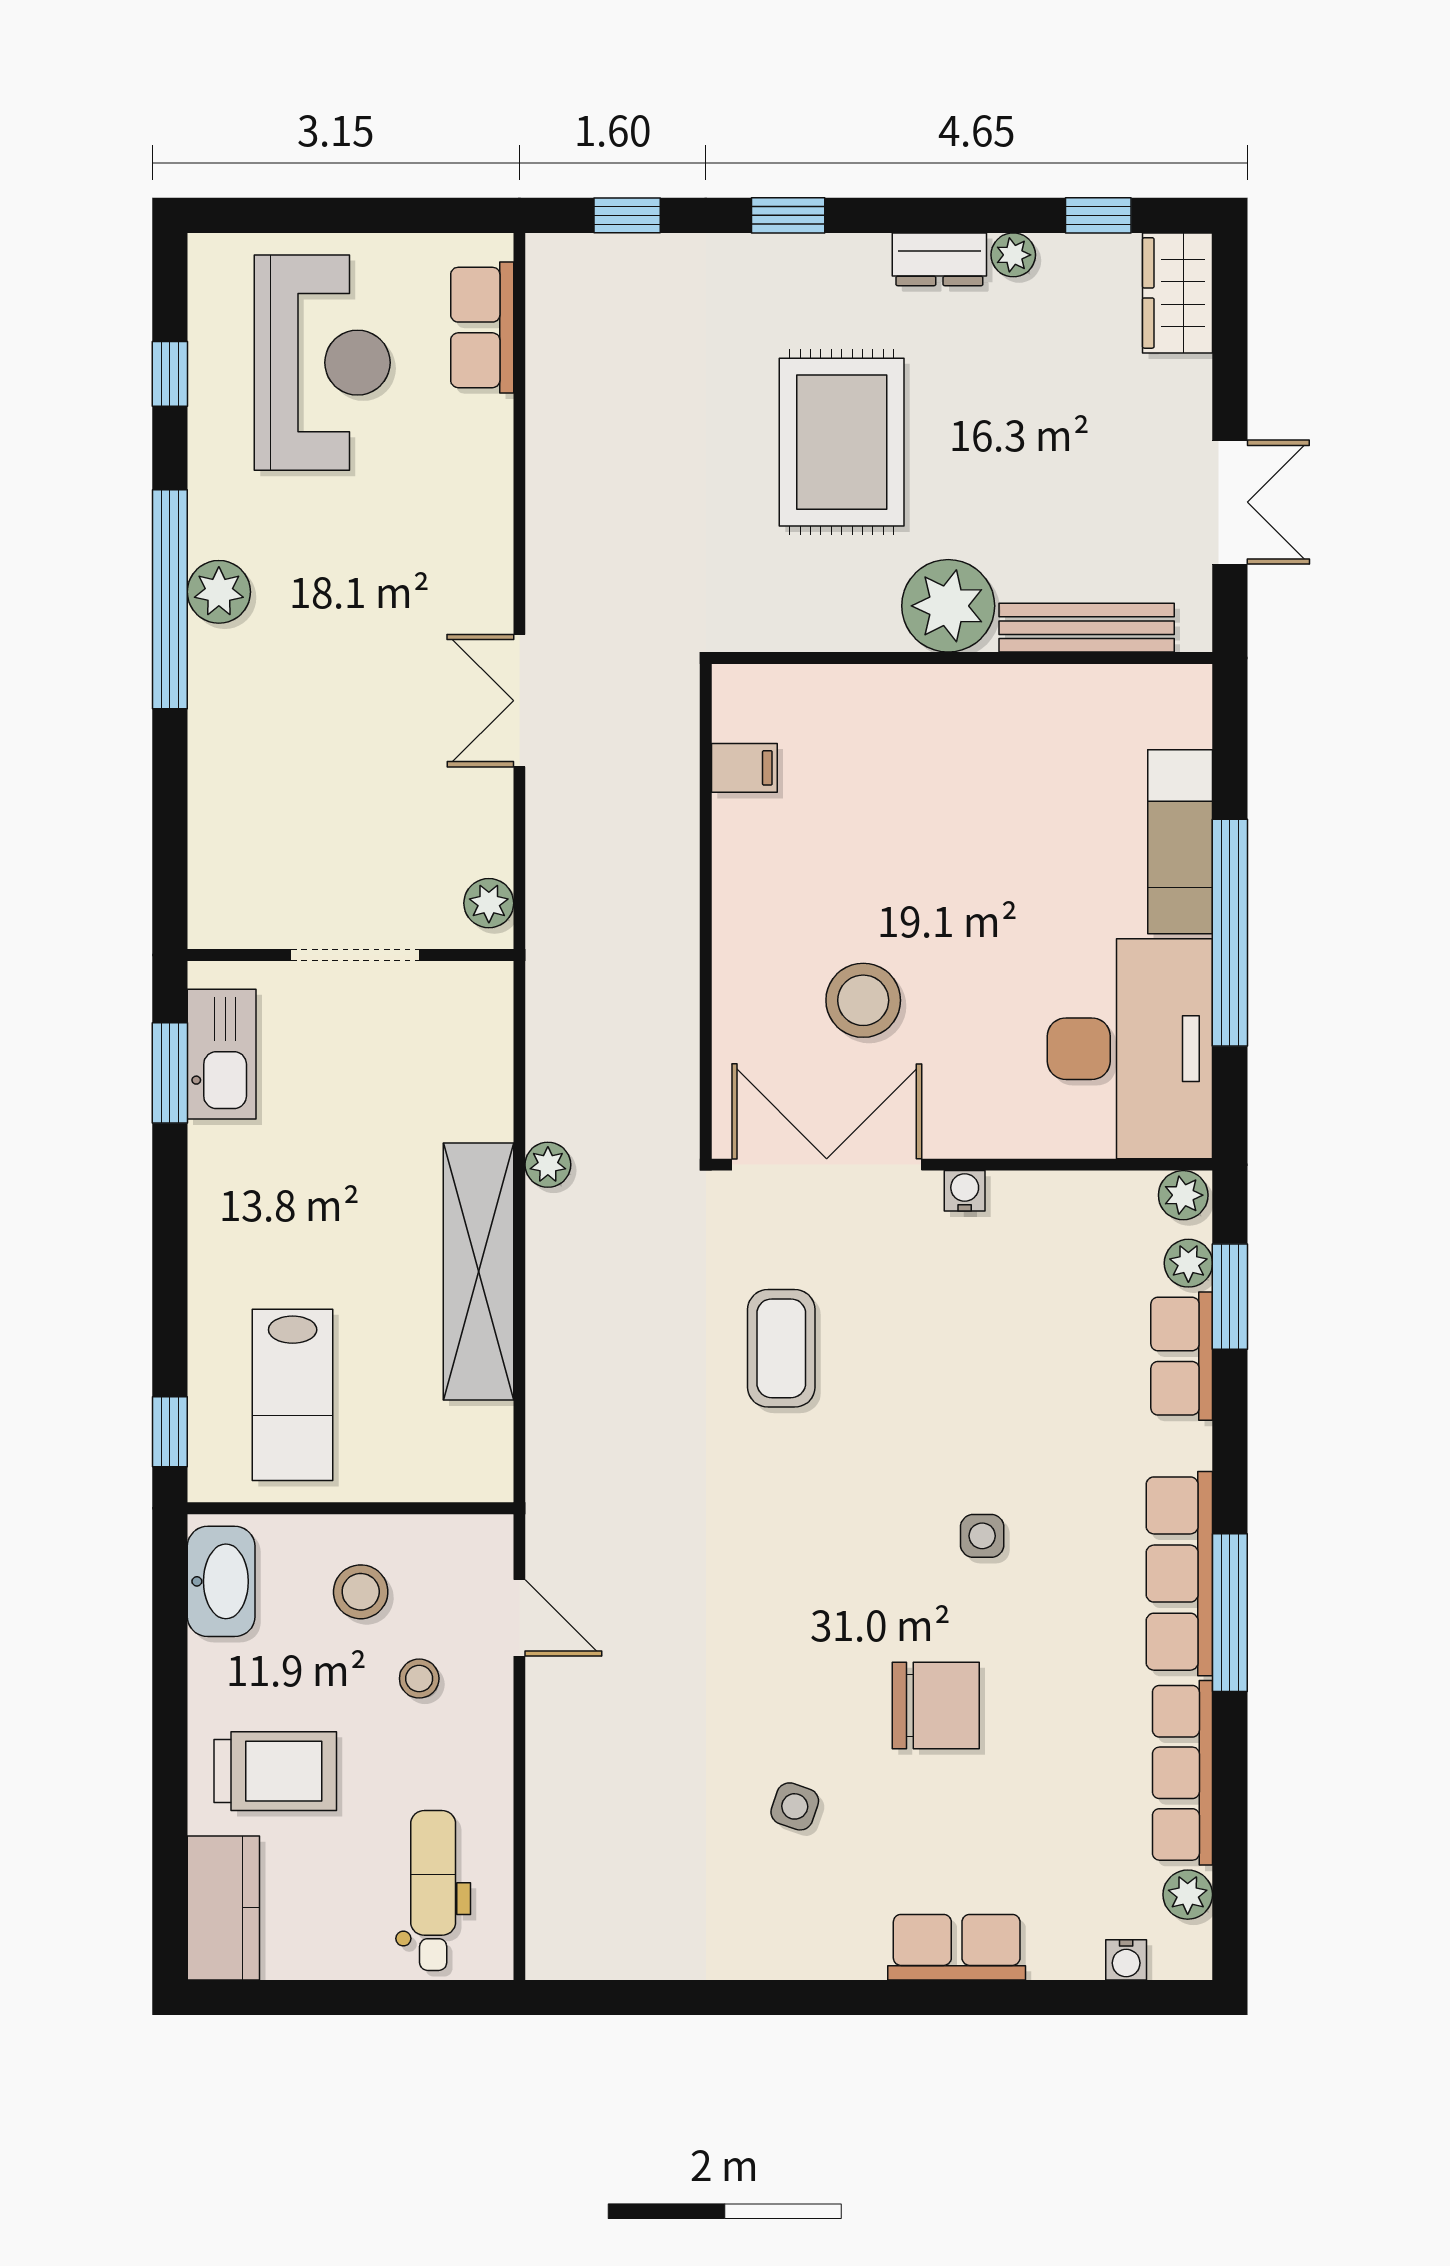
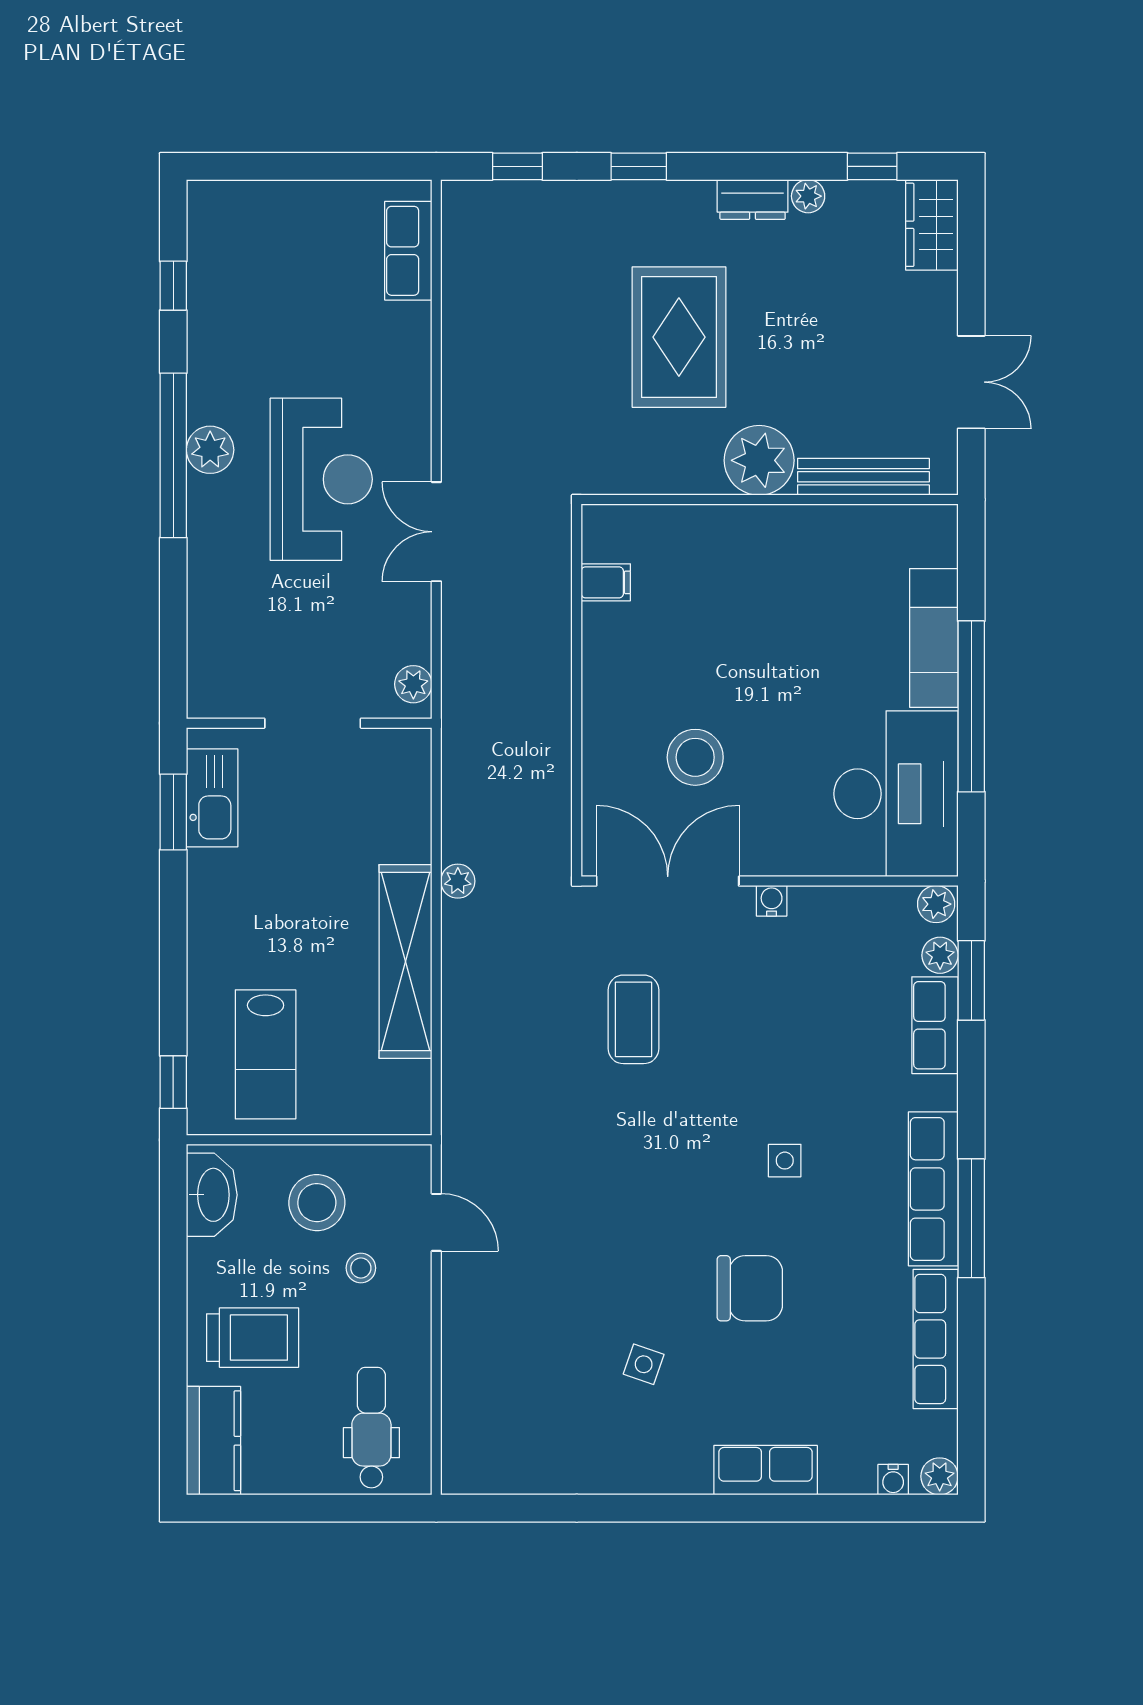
reception desk: (322, 363) -> (321, 479), moved
stool: (361, 1592) -> (317, 1203), width x1.38, depth x1.38
plant: (1188, 1895) -> (940, 1476), moved

